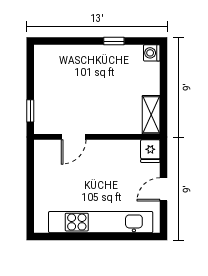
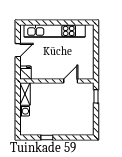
washing machine: (152, 53) -> (25, 111), moved

